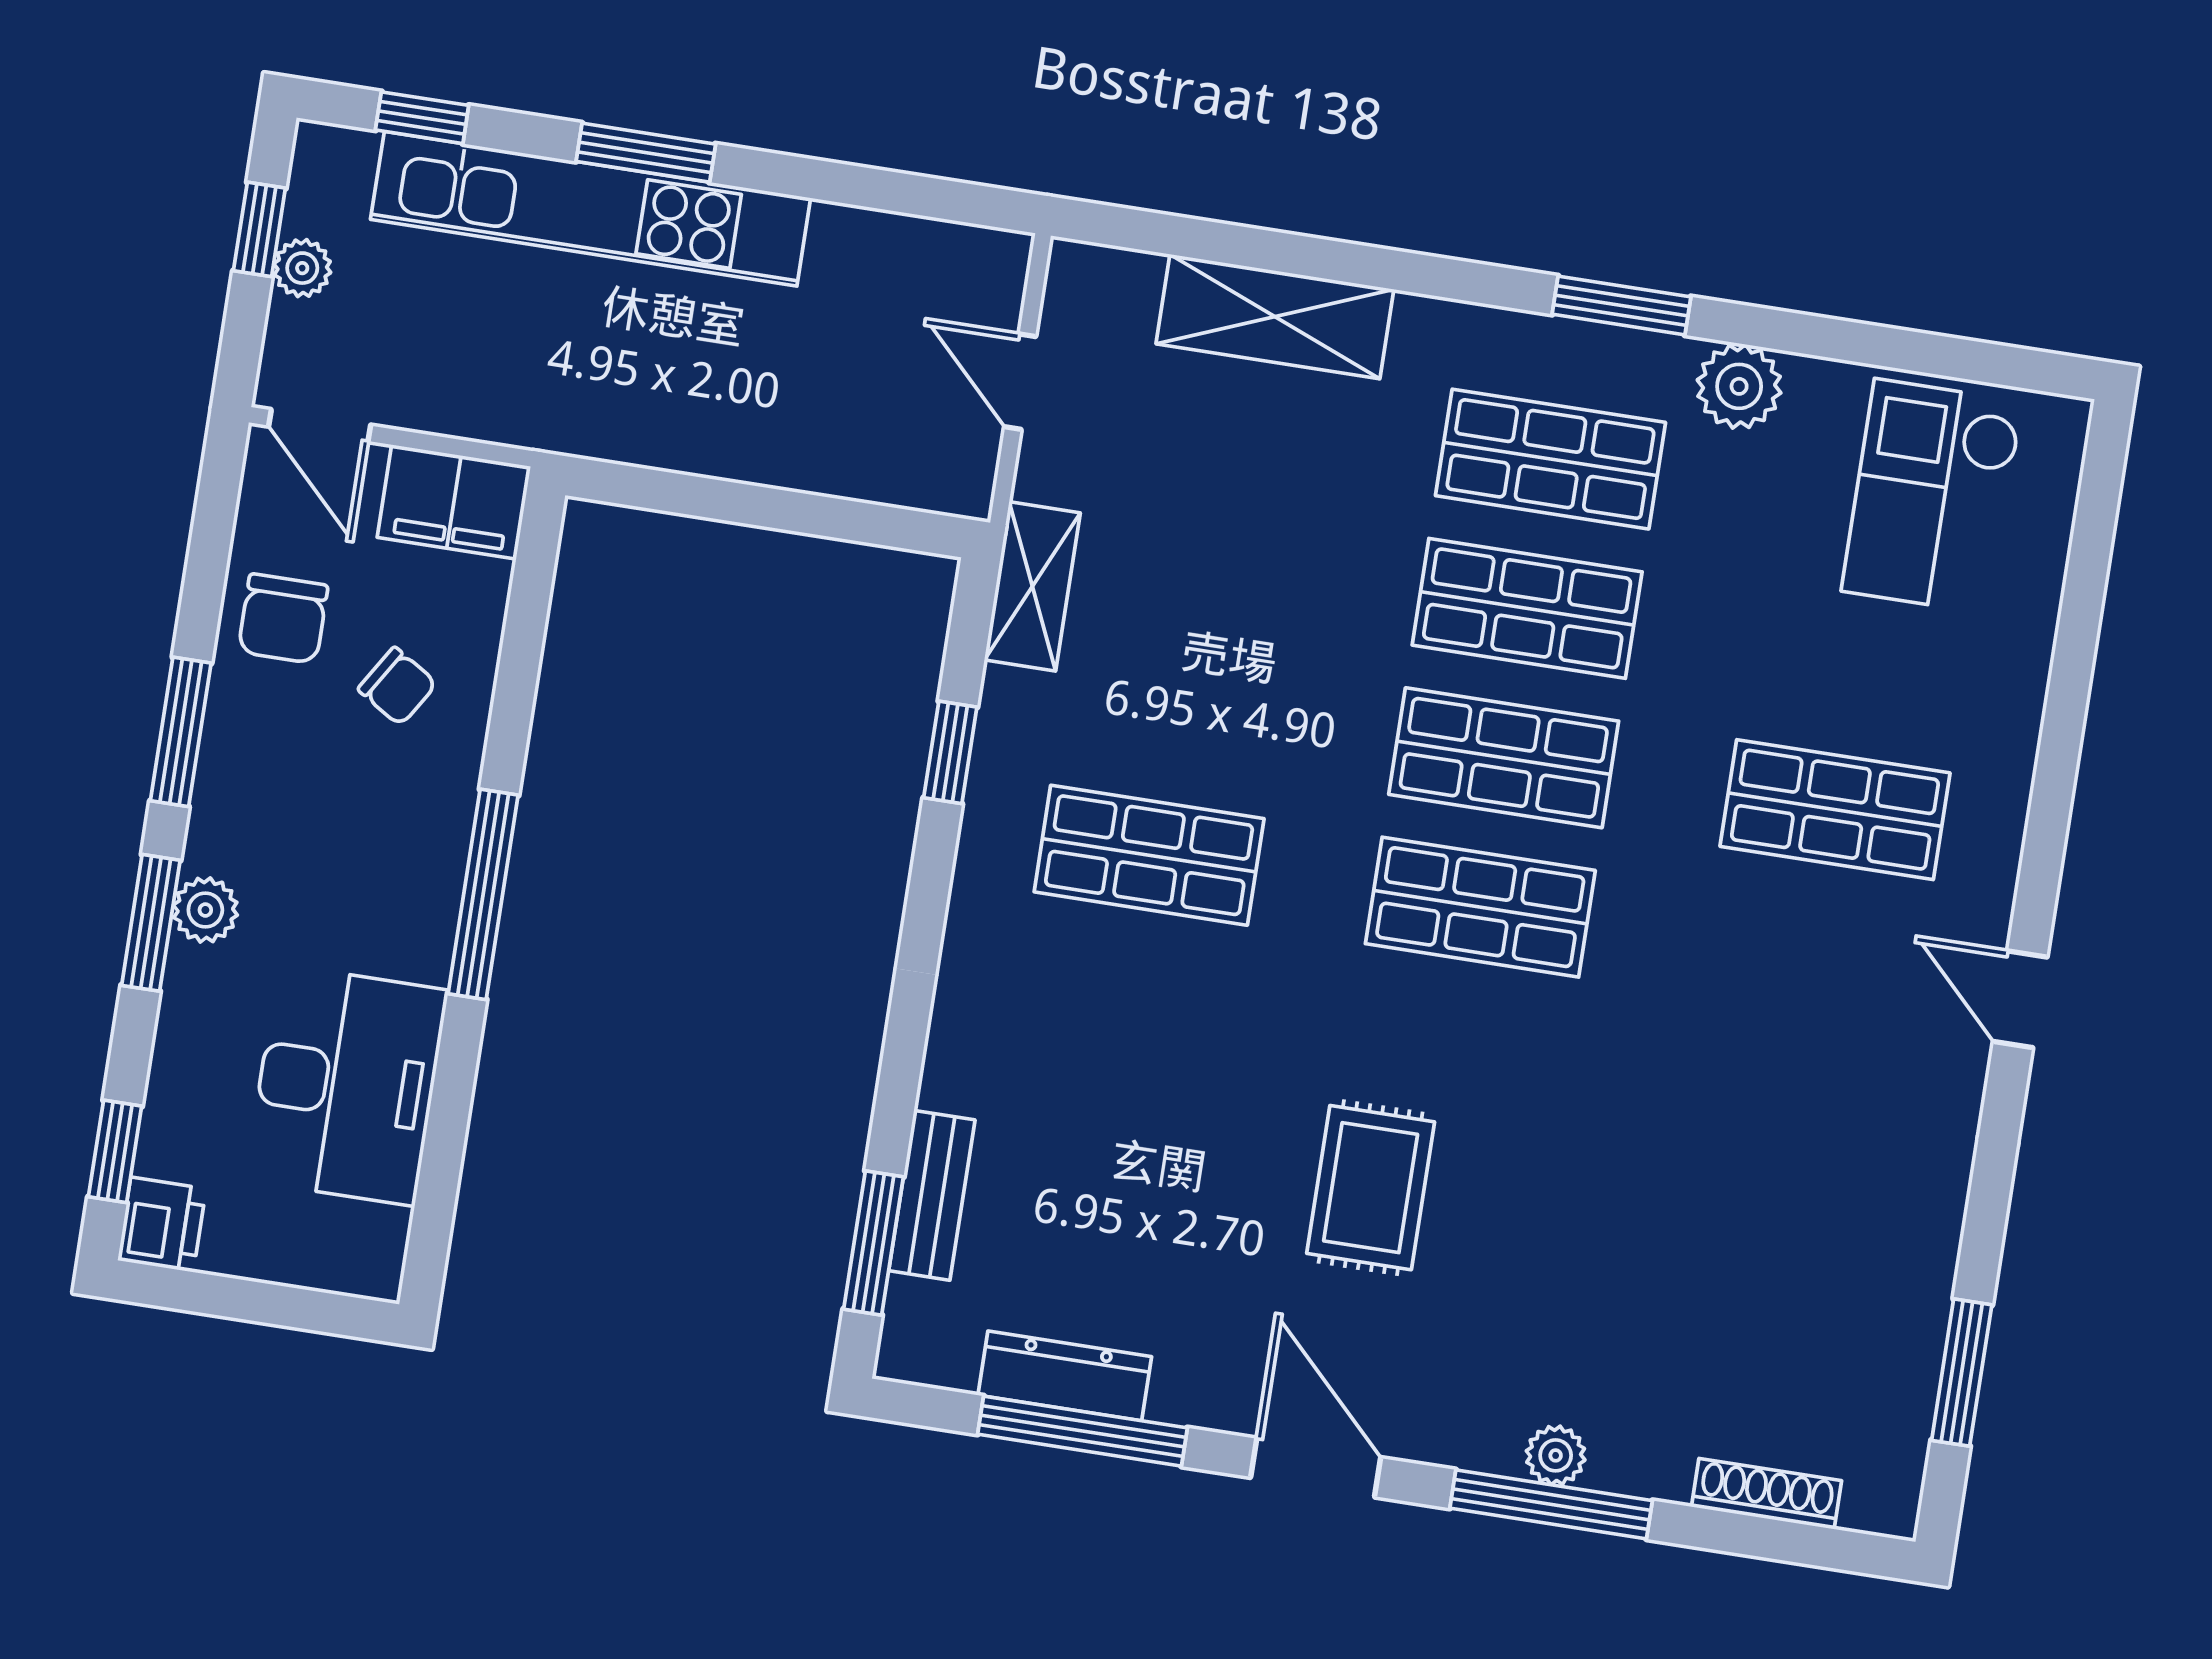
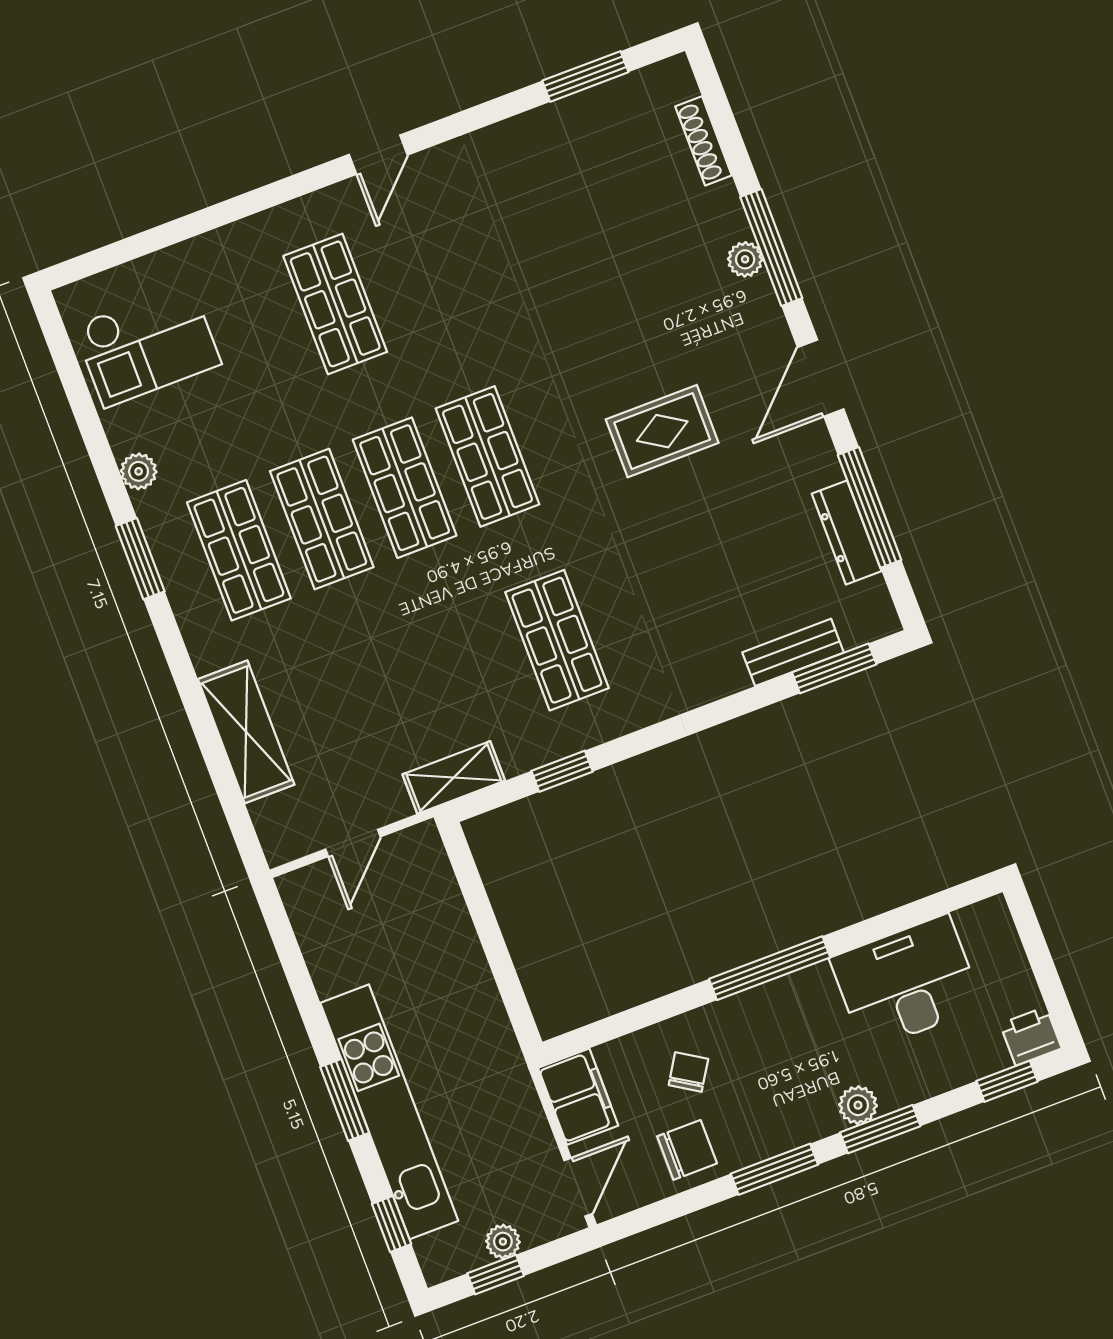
plant: (1739, 386) -> (139, 471), width x0.73, depth x0.73

